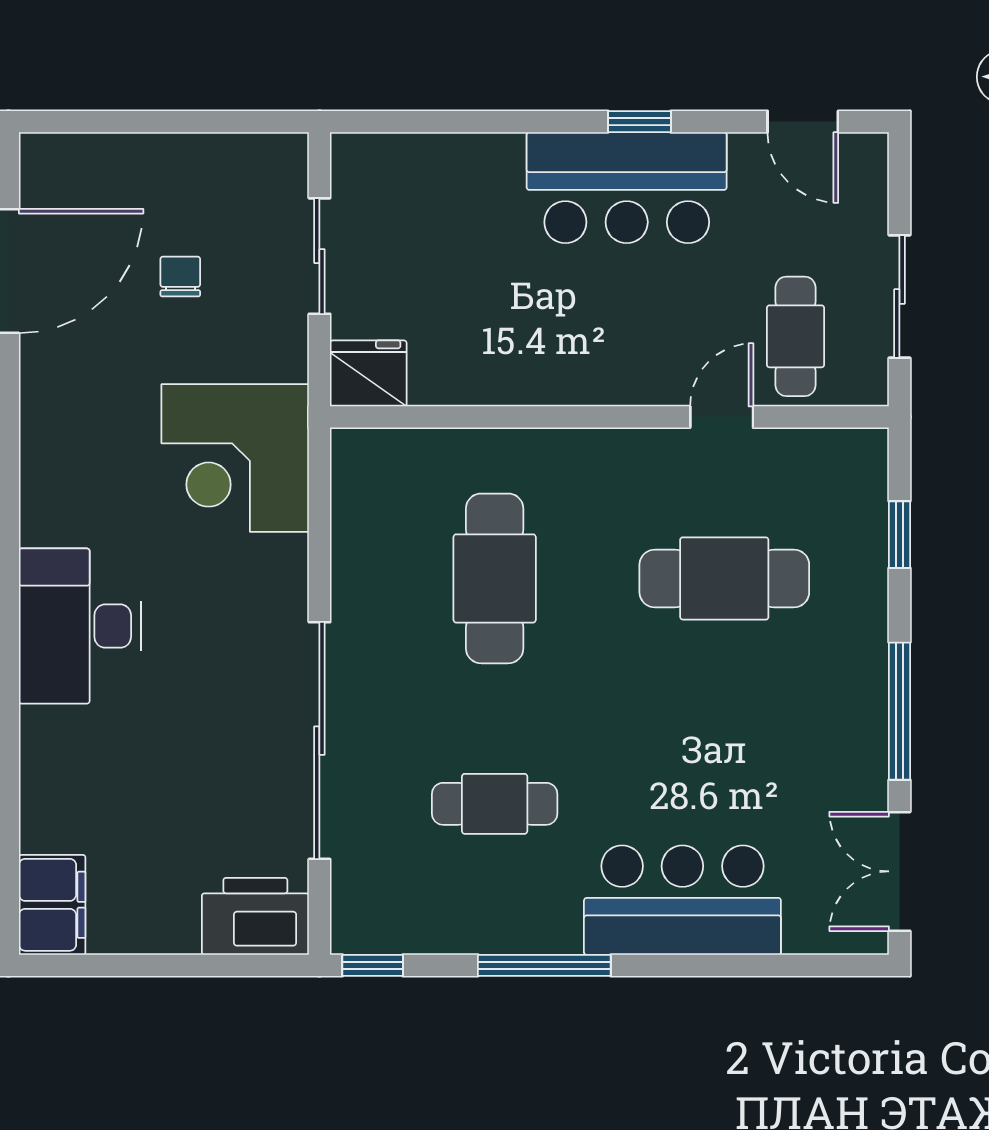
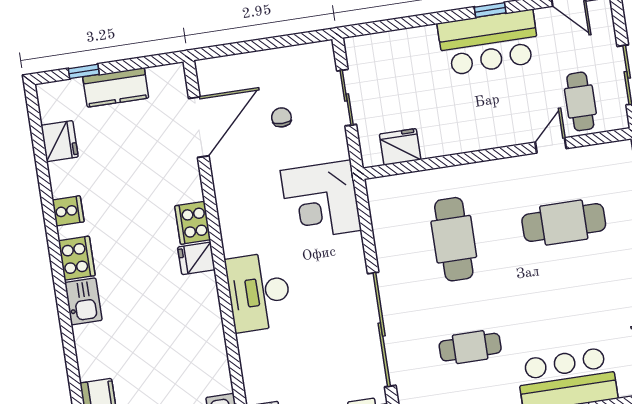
fridge: (368, 373) -> (400, 147), moved

